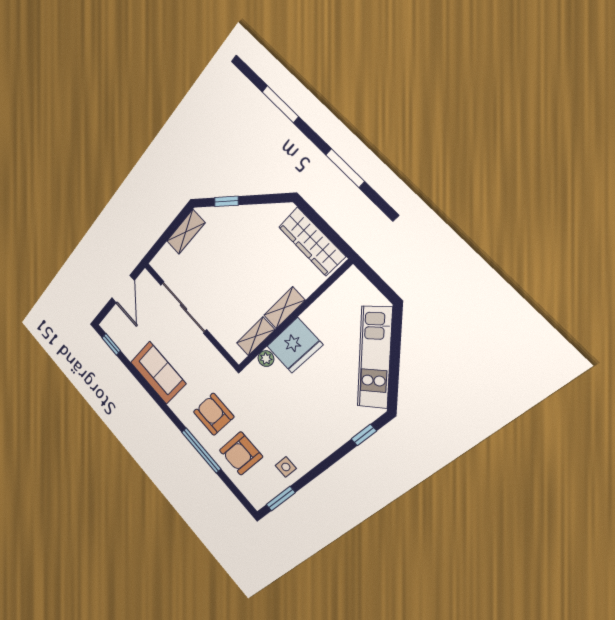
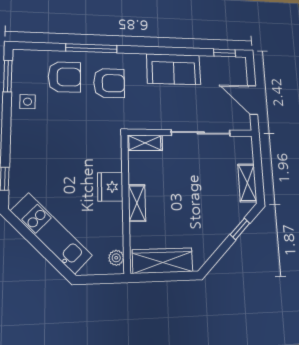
shelving: (256, 336) -> (145, 143), moved, turned 90
fridge: (295, 345) -> (110, 187), width x0.73, depth x0.75
plant: (266, 359) -> (116, 258), moved
armchair: (241, 453) -> (64, 77), turned 90

